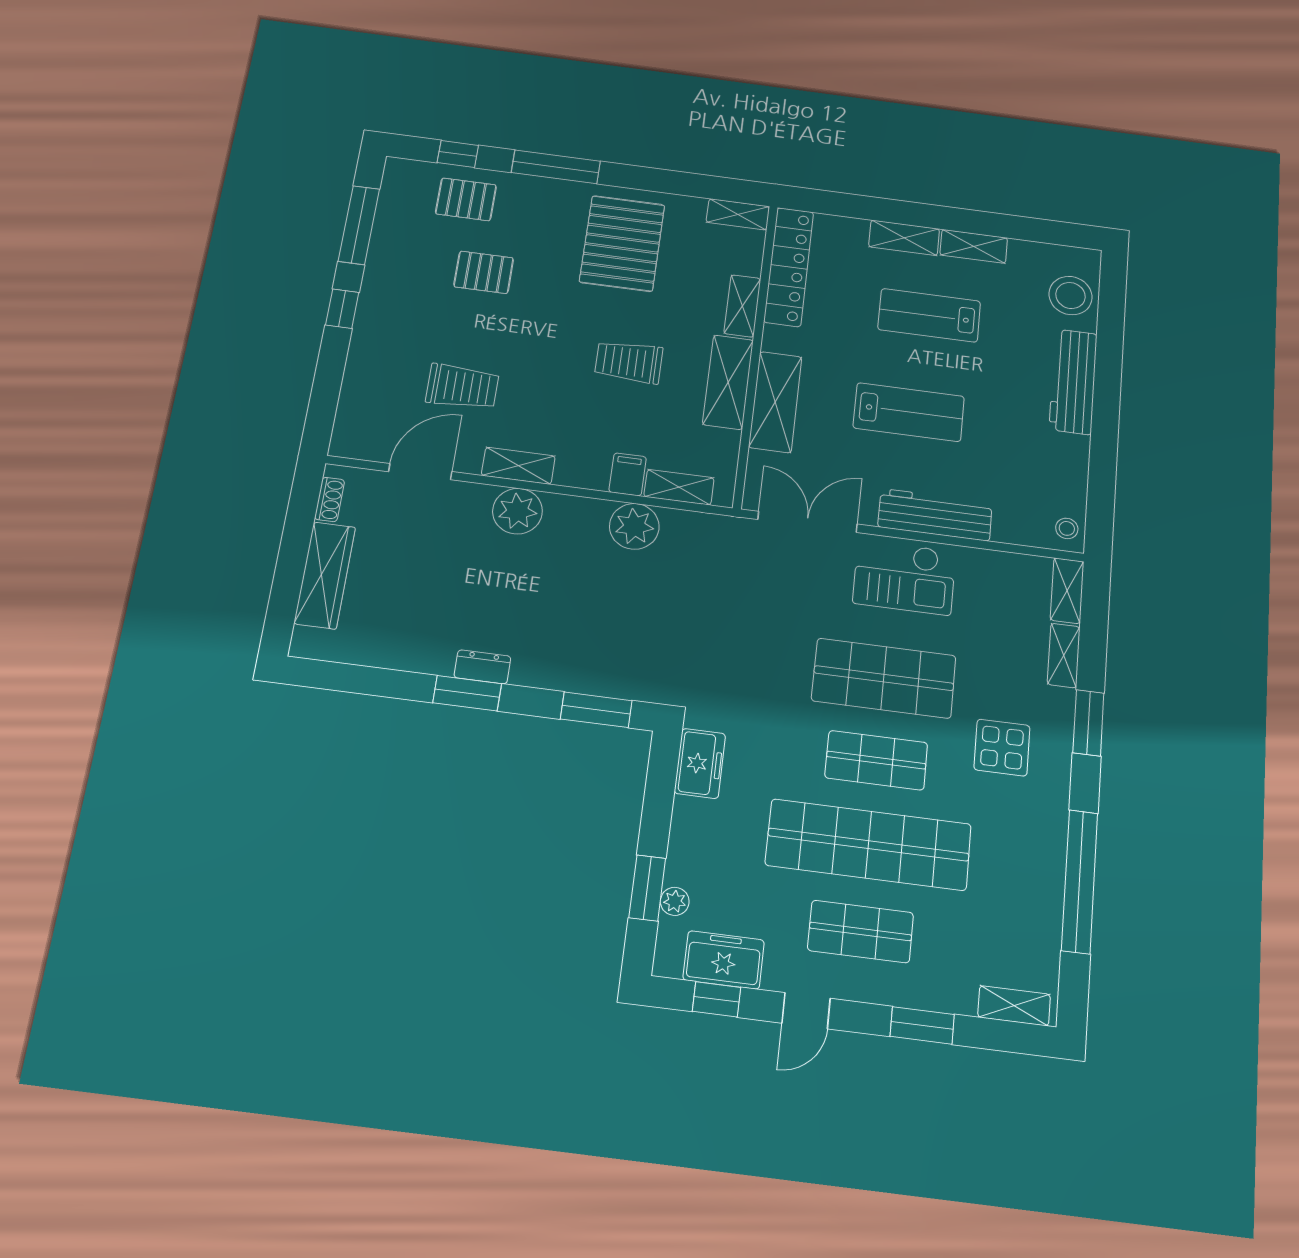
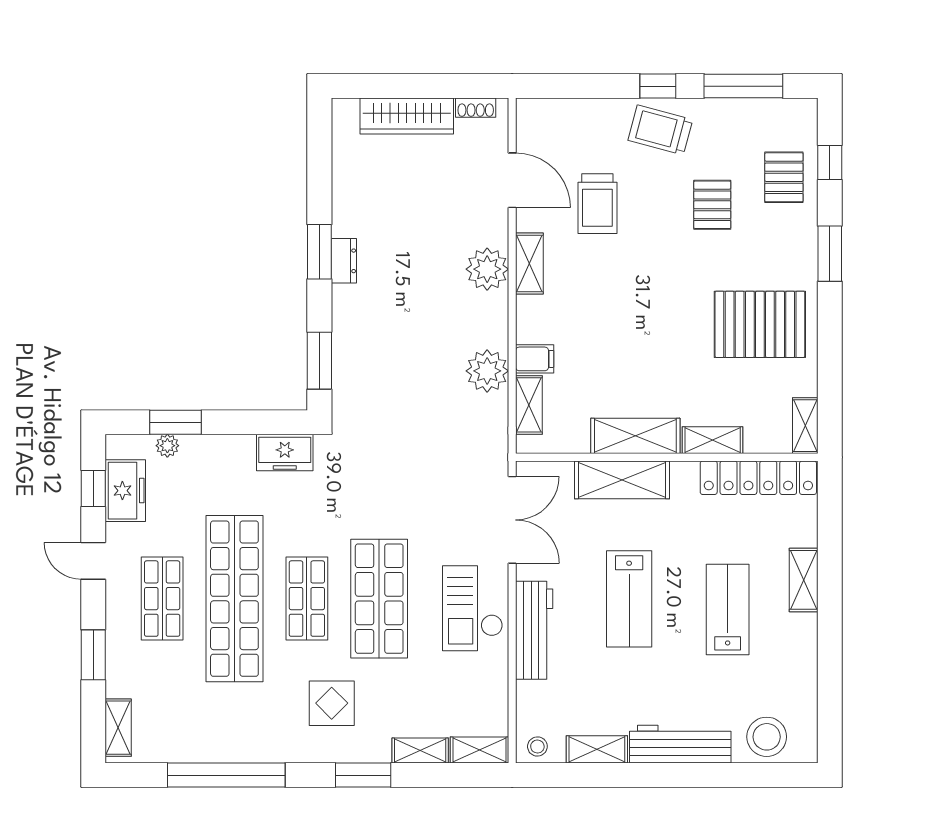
window: (556, 167) -> (830, 254), width x0.69
shelving: (974, 246) -> (597, 749), moved, turned 90
trolley: (629, 362) -> (660, 130), moved, turned -75

